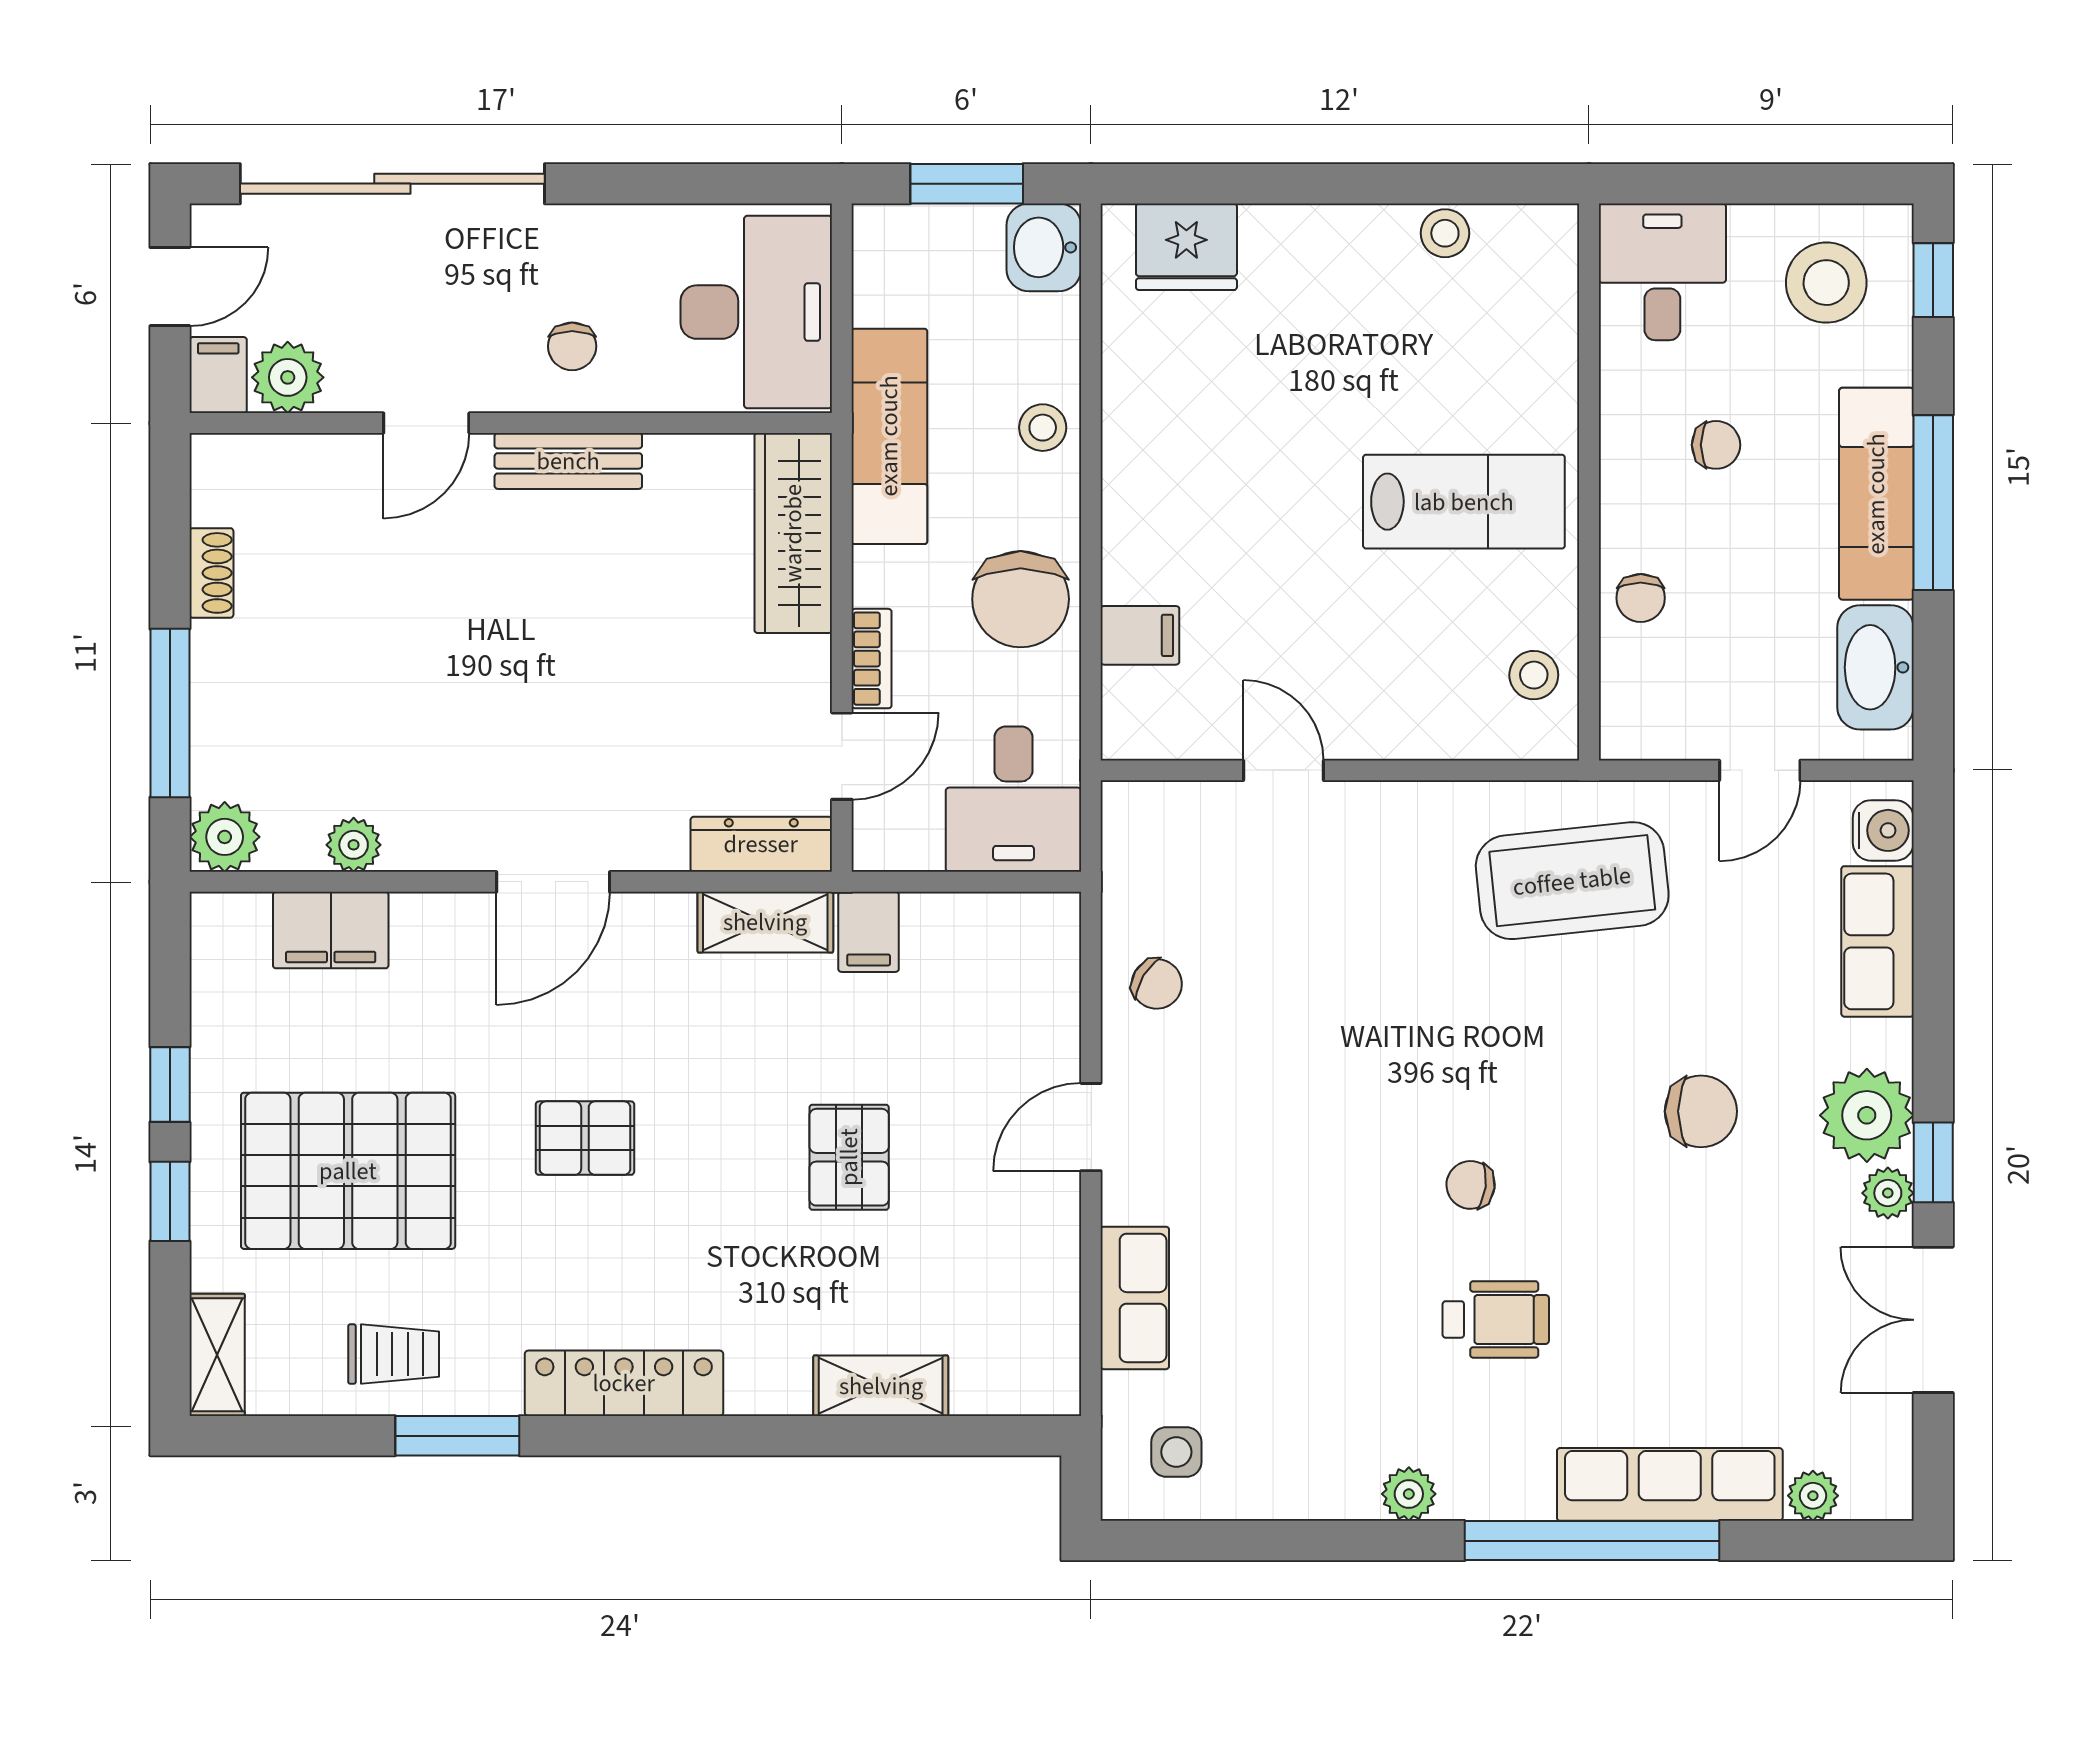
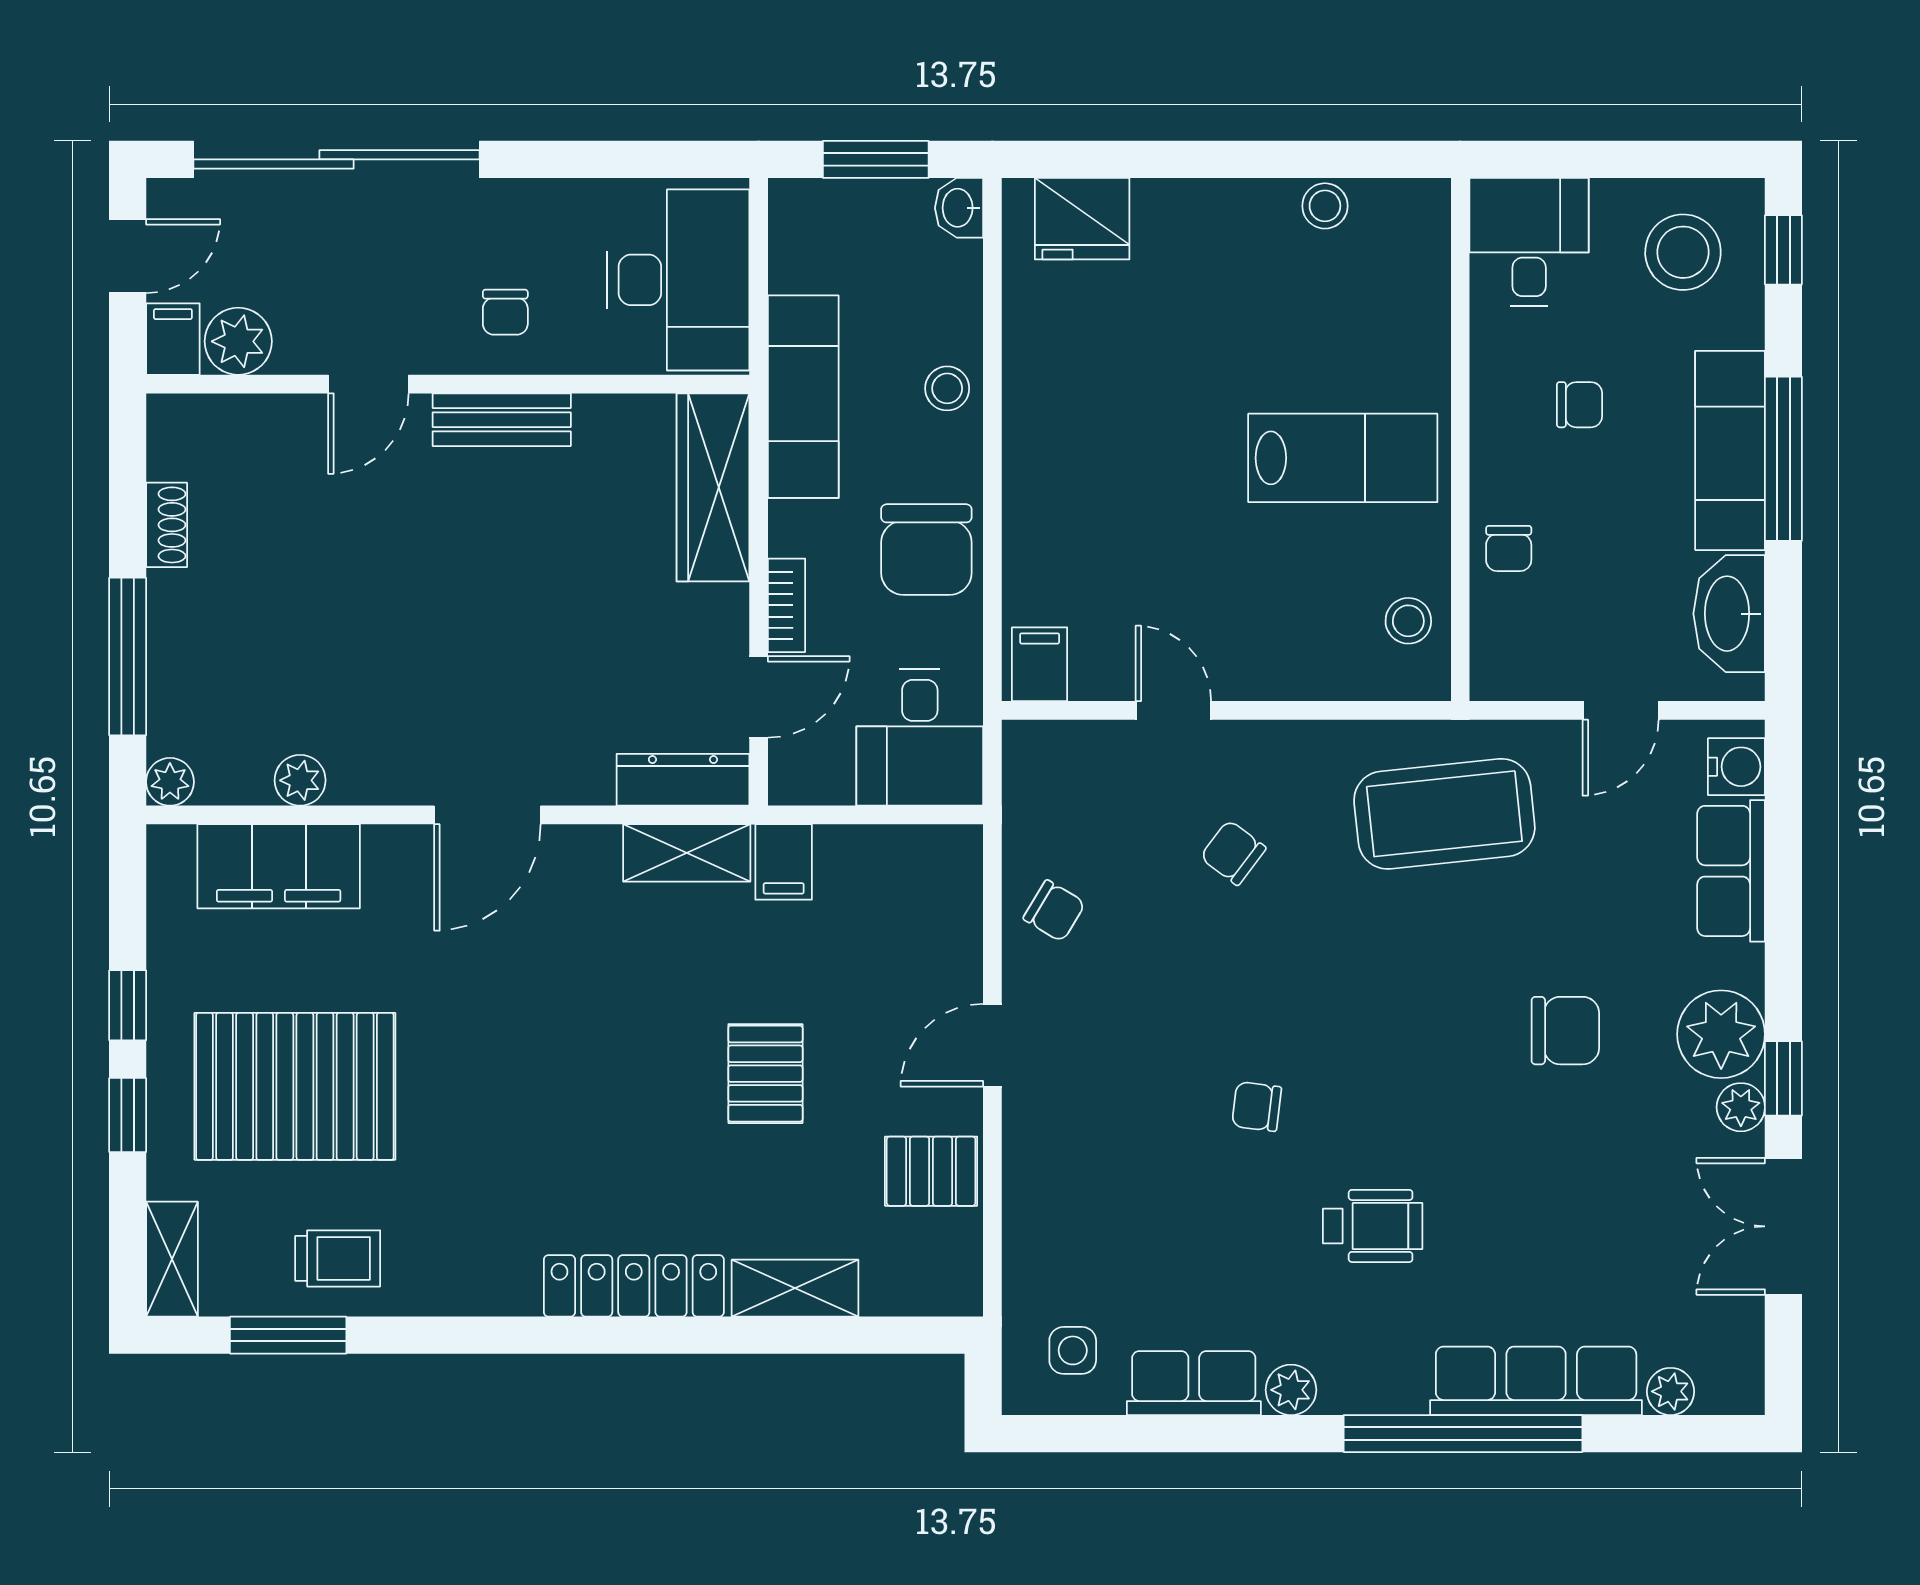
washbasin: (1044, 247) -> (959, 208), width x0.72, depth x0.69
filing cabinet: (1140, 635) -> (1040, 664), moved, turned -90
plant: (225, 837) -> (170, 782), width x0.73, depth x0.73
chair: (1347, 922) -> (1233, 853), added
filing cabinet: (331, 930) -> (279, 866), width x1.50, depth x1.17
pallet: (585, 1138) -> (931, 1171), moved
chair: (1471, 1185) -> (1257, 1107), moved
row of seats: (1135, 1298) -> (1194, 1383), moved, turned -90
locker: (624, 1383) -> (634, 1286), moved
window: (457, 1436) -> (288, 1335), moved

